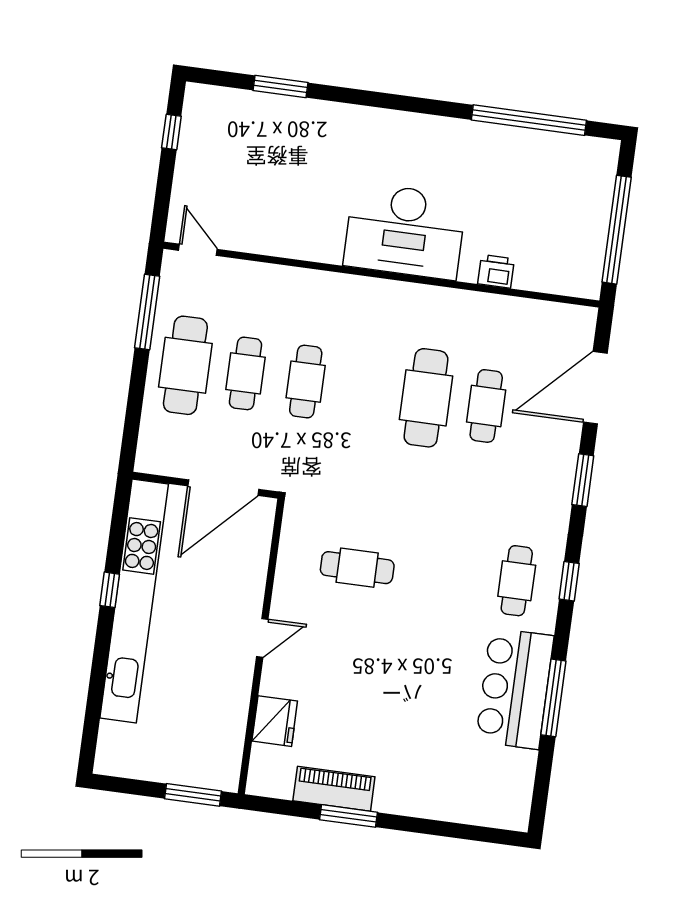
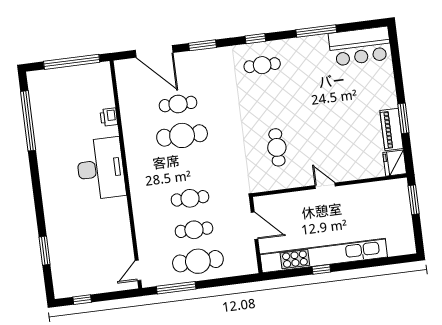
door: (223, 488) -> (255, 226), width x0.73
bar counter: (515, 689) -> (360, 46), moved
fridge: (275, 721) -> (395, 163), moved, turned -90

